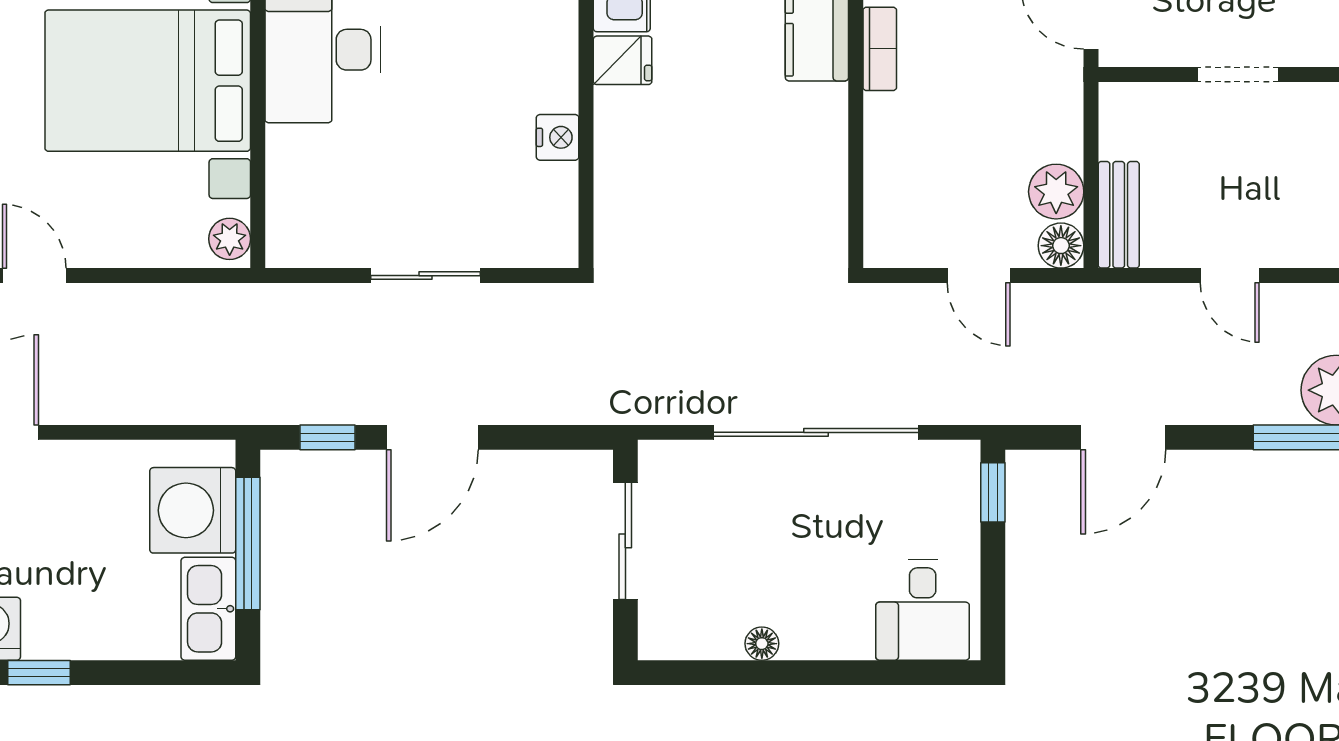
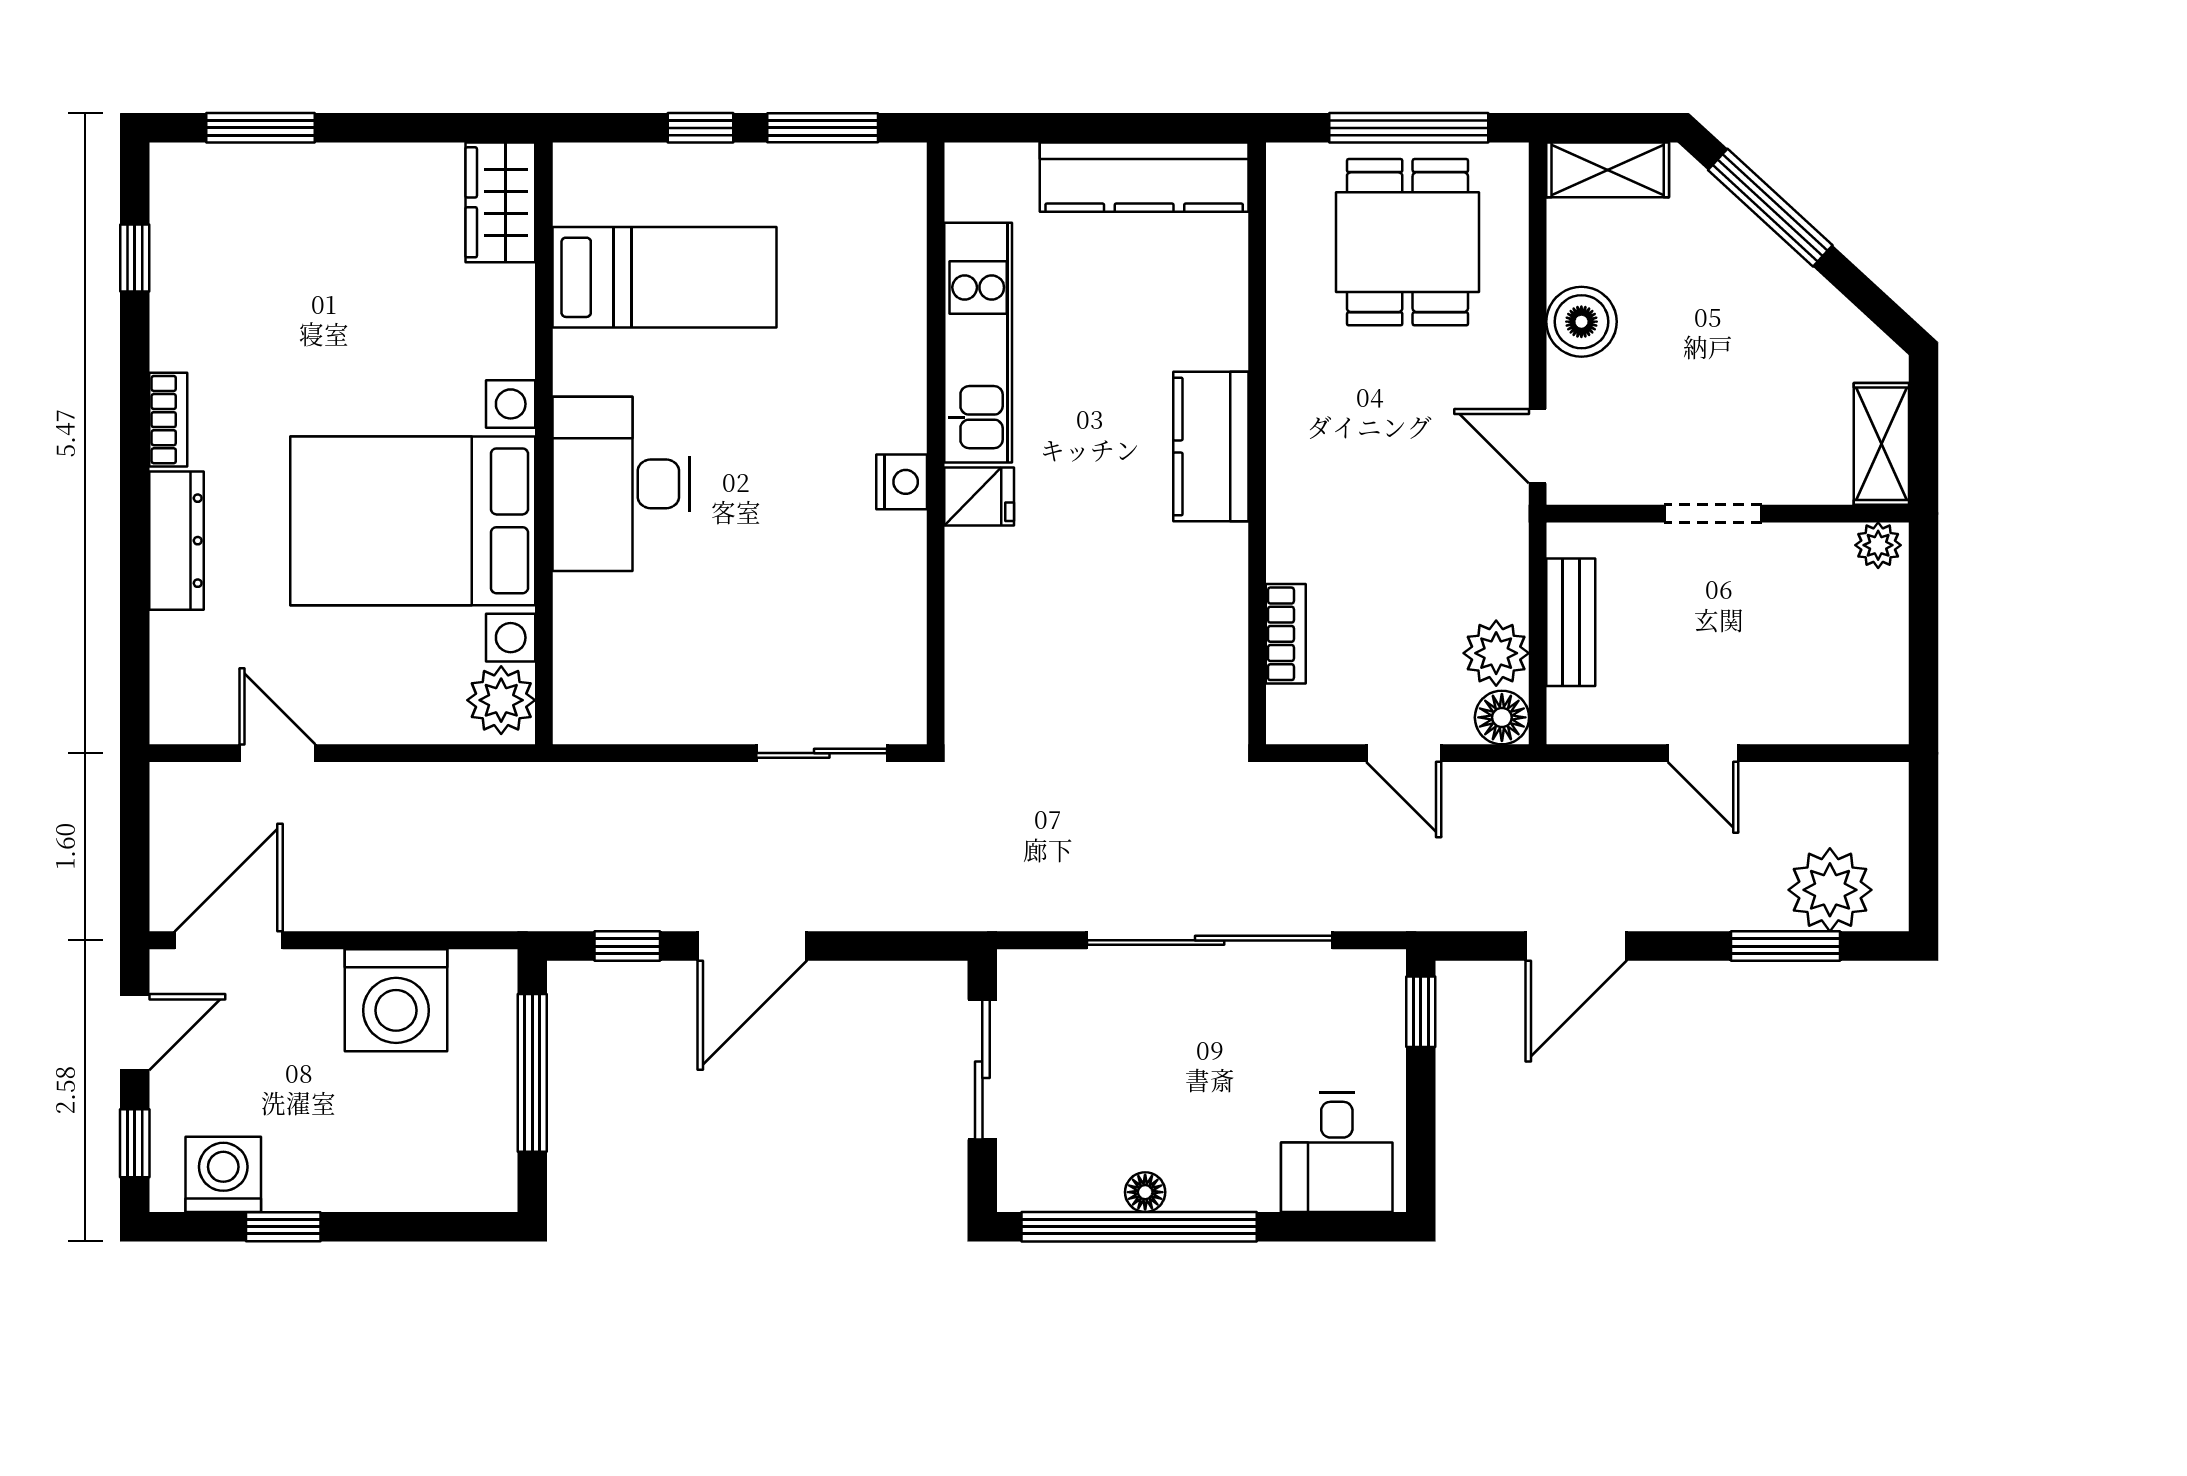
bookcase: (880, 49) -> (1286, 634), moved
nightstand: (558, 137) -> (902, 482), moved
bench: (1119, 215) -> (1571, 622), moved
plant: (230, 239) -> (501, 700), width x1.38, depth x1.38
sliding door: (425, 276) -> (822, 753), moved
washing machine: (193, 510) -> (396, 1000), moved, turned -90
kitchen sink: (208, 609) -> (485, 1151), removed
window: (757, 673) -> (1139, 1227), added

